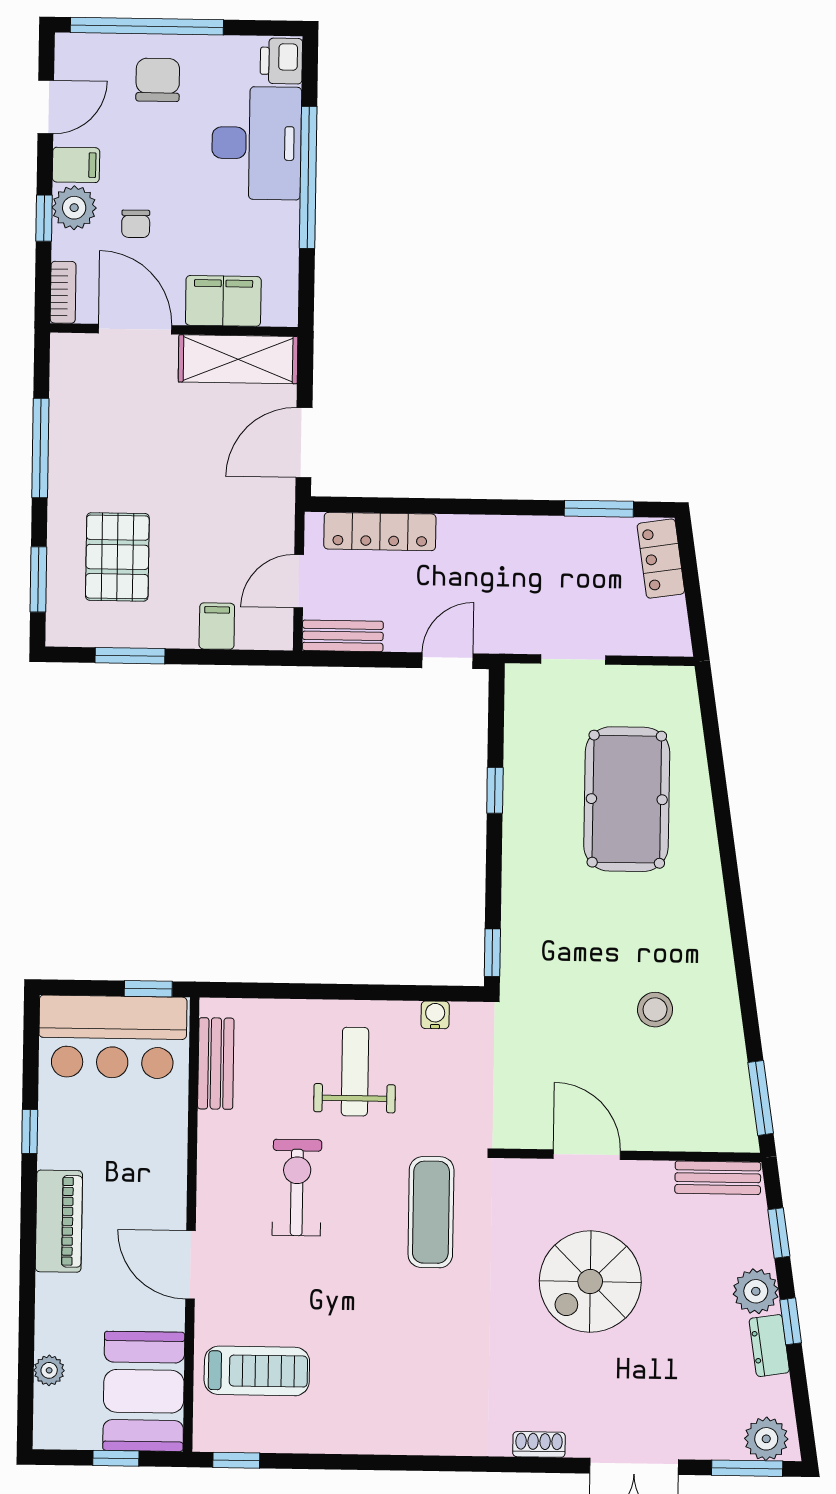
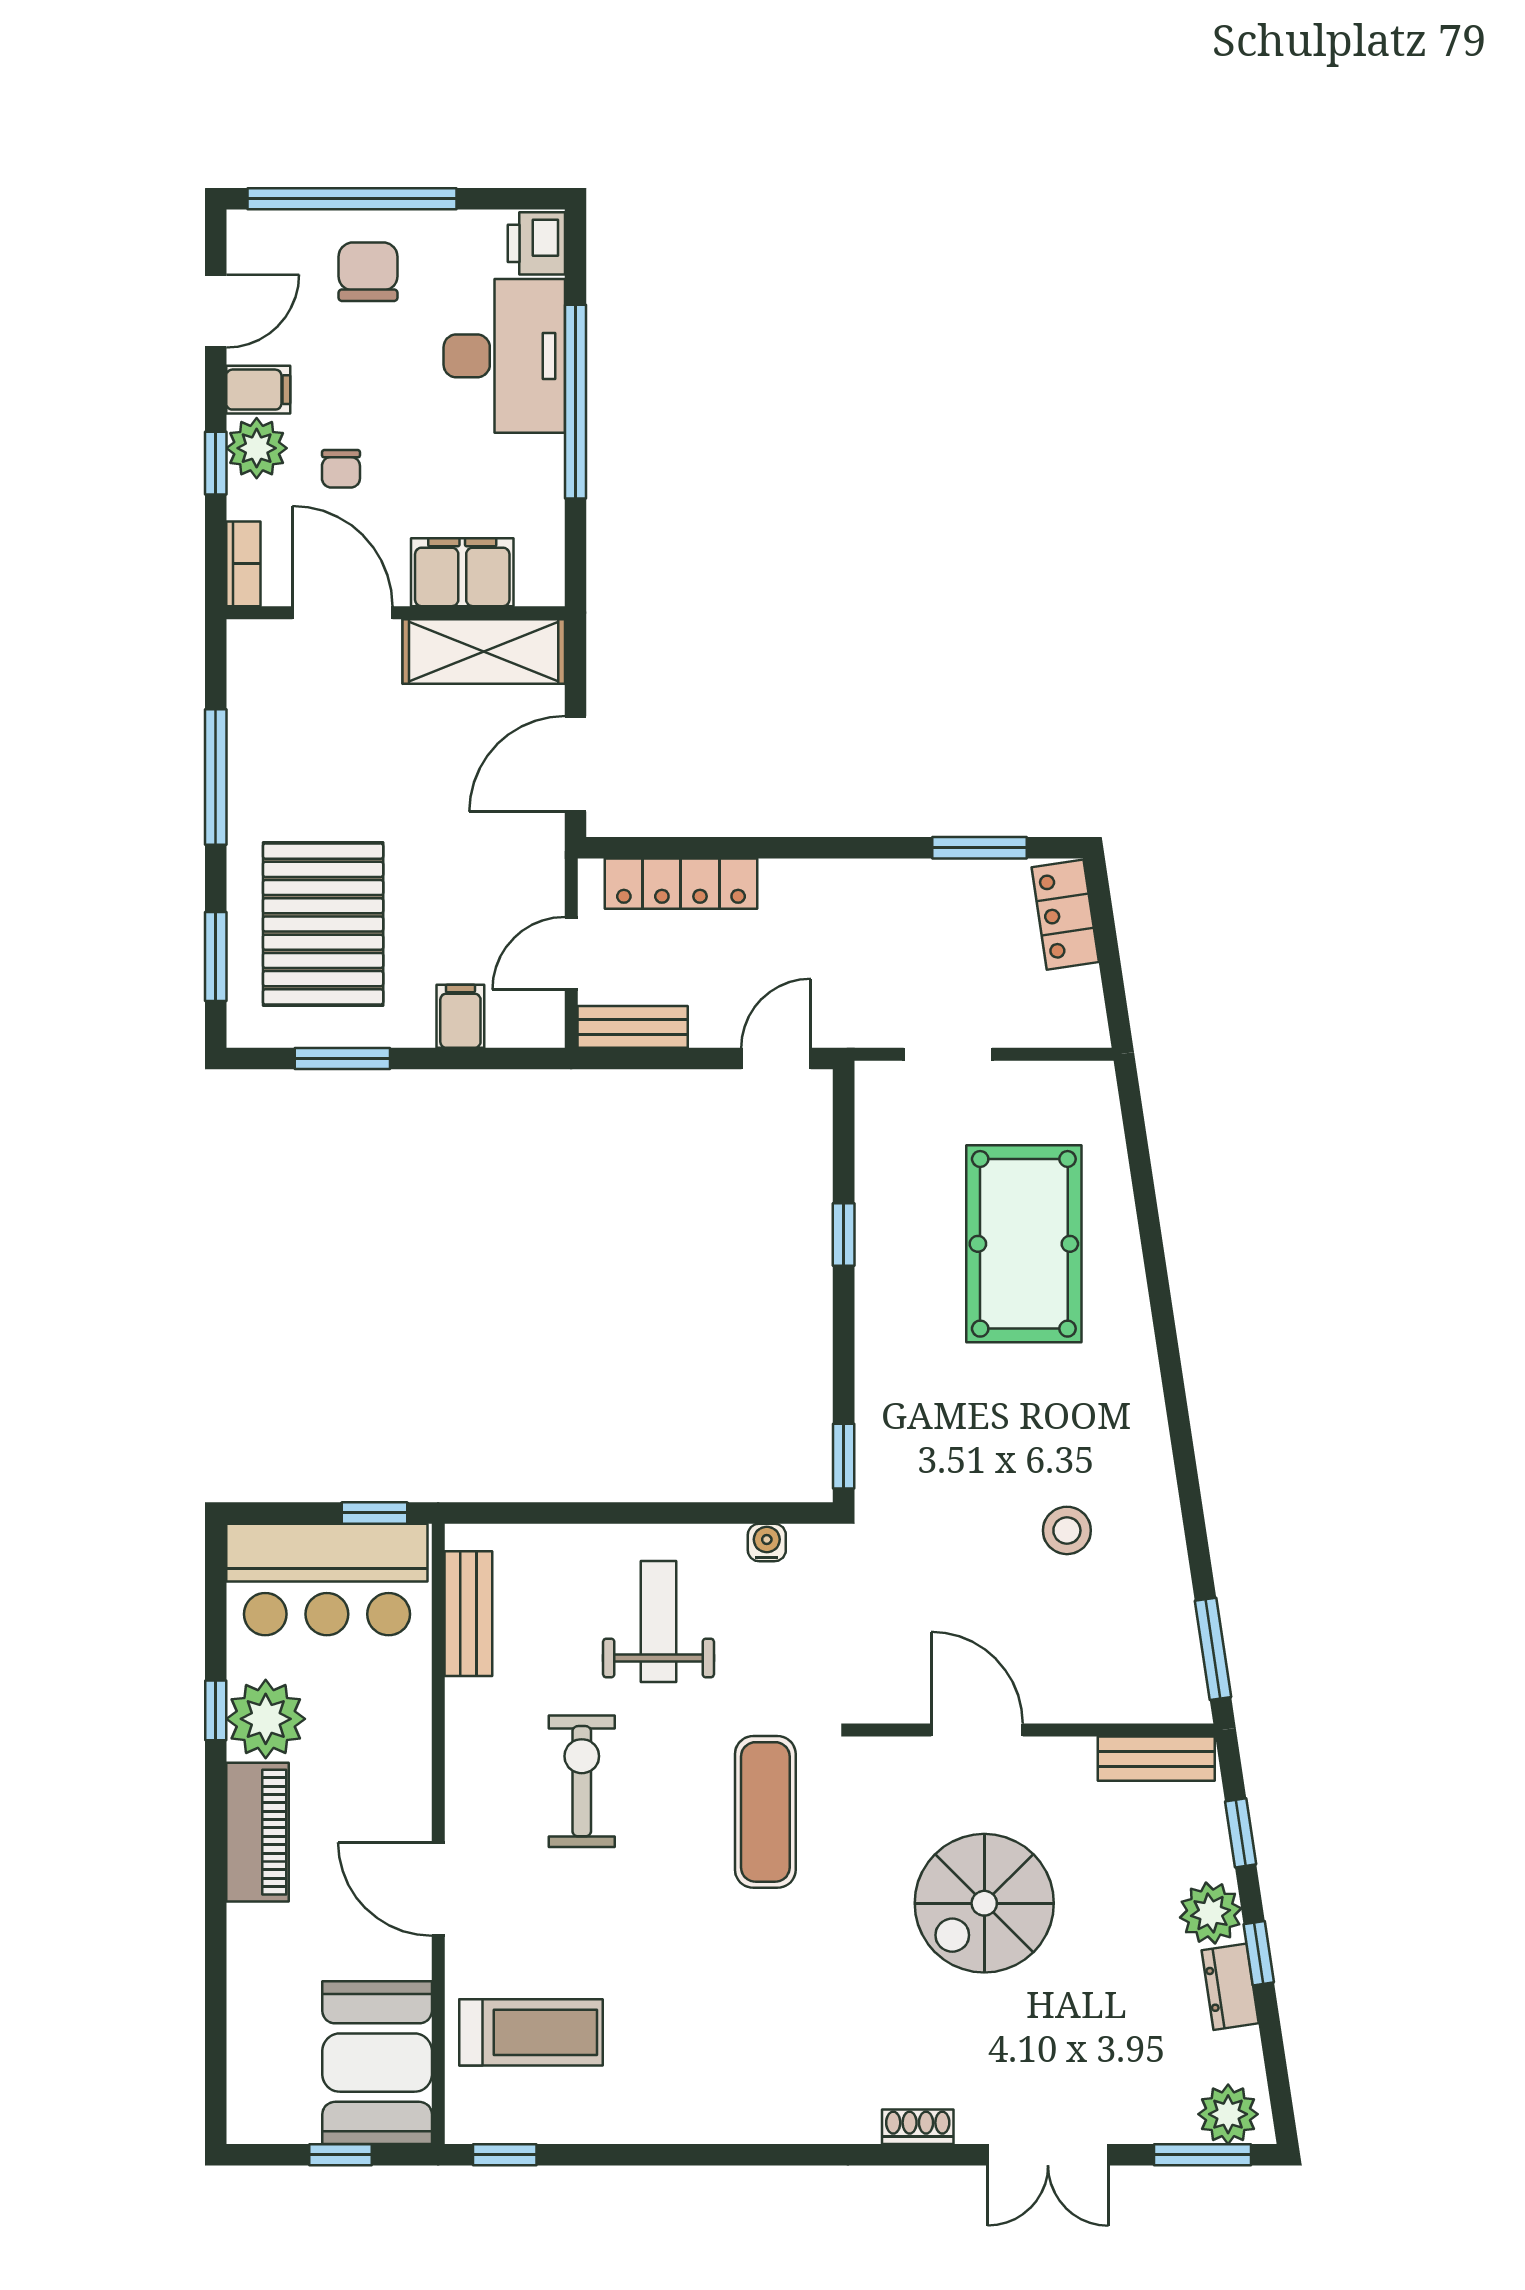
pallet: (117, 557) -> (323, 924), width x1.37, depth x1.41
plant: (49, 1370) -> (266, 1719), moved, width x1.88, depth x1.88

